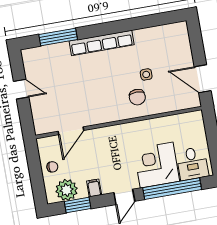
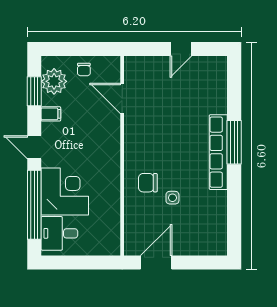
window: (58, 37) -> (234, 142), moved

